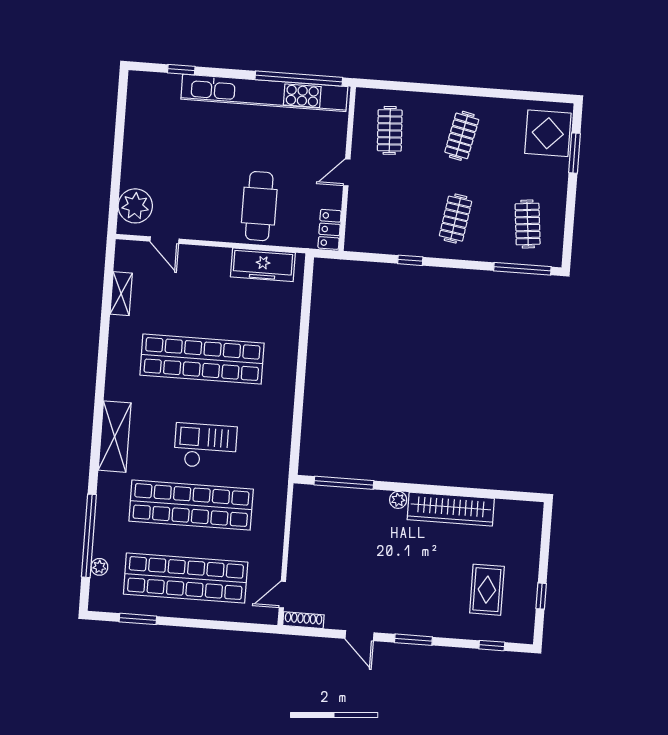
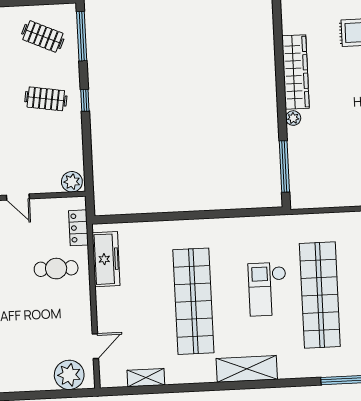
cafe table: (259, 206) -> (56, 269), width x0.73, depth x0.74
clothes rail: (528, 224) -> (43, 36), turned 30
locker: (330, 229) -> (78, 228), moved, turned 90
plant: (357, 237) -> (72, 182), added
window: (410, 260) -> (85, 100), moved
shelving: (115, 437) -> (247, 369), moved

